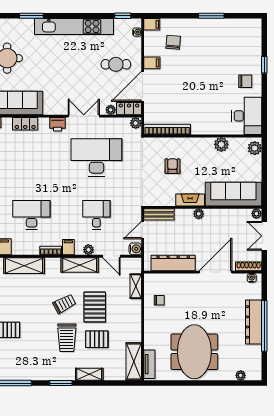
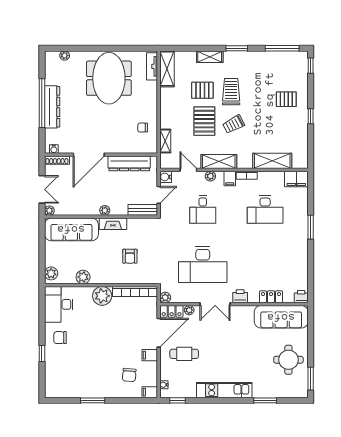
kitchen unit: (74, 27) -> (224, 390), width x0.73
plant: (201, 125) -> (102, 296), added

